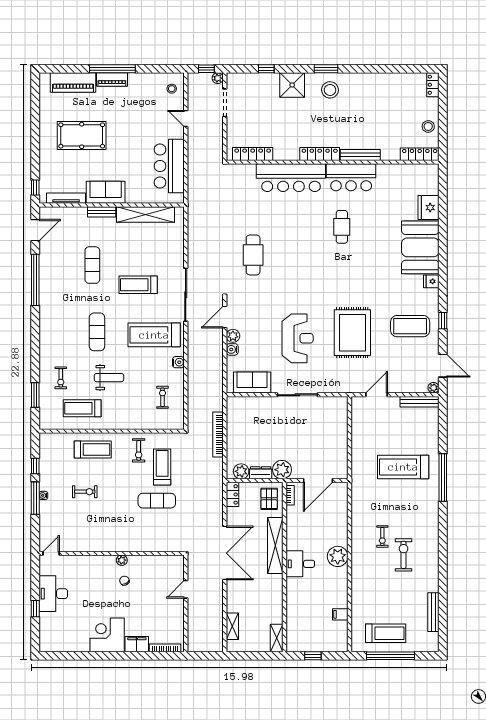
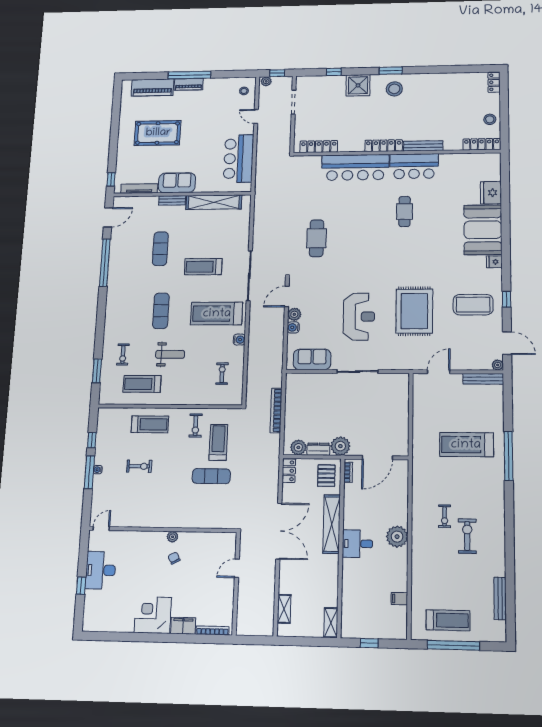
plant: (218, 78) -> (266, 81), moved

